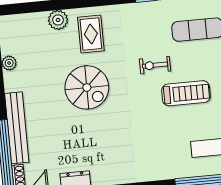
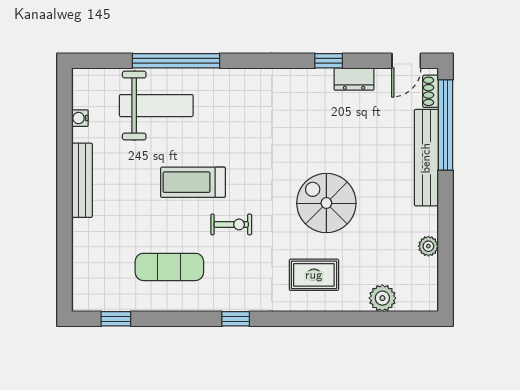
plant: (58, 20) -> (382, 298), moved
rug: (91, 34) -> (314, 275), turned 90

